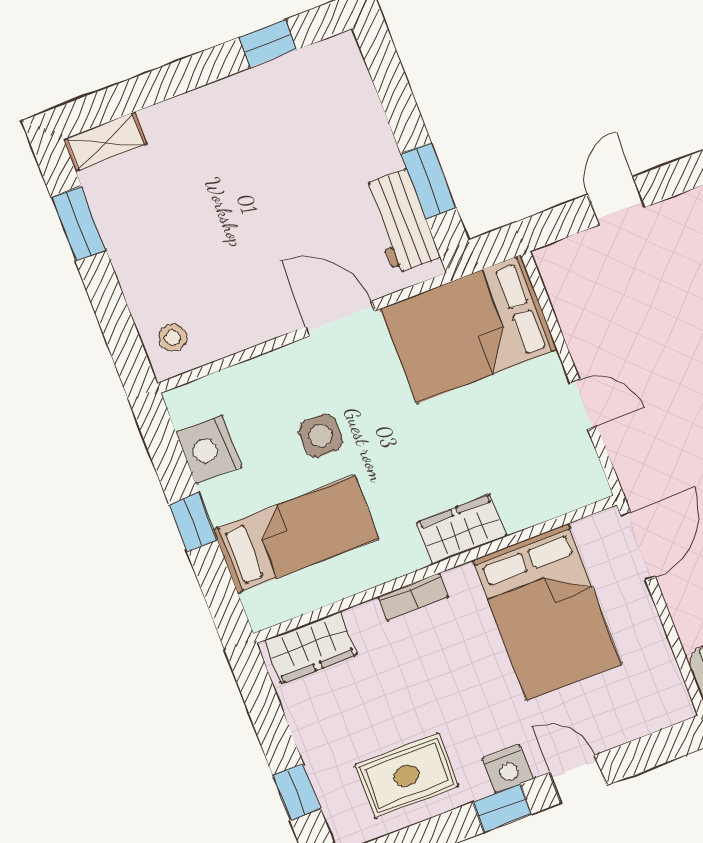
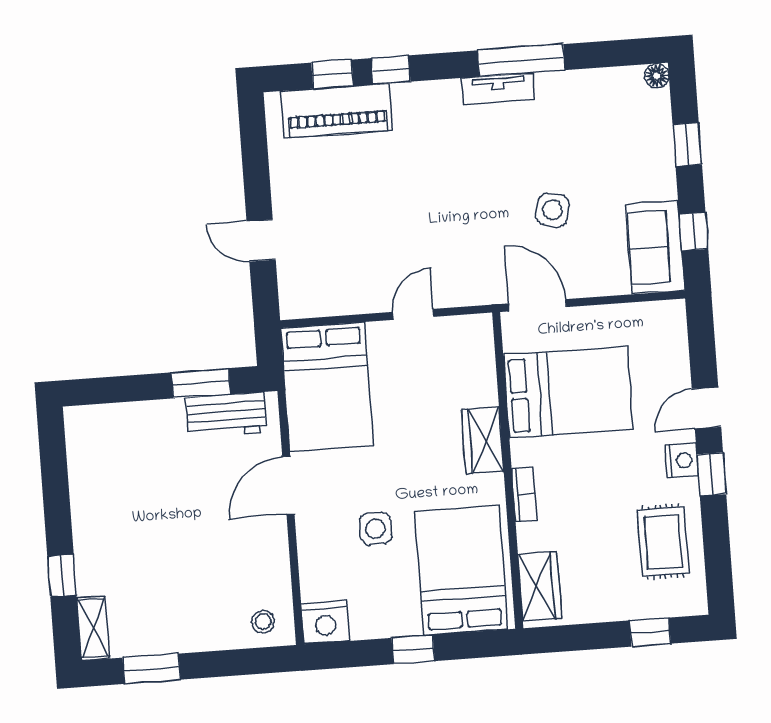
window: (268, 43) -> (62, 576), moved
nightstand: (209, 449) -> (325, 622), moved
bed: (296, 534) -> (461, 570), width x1.50

